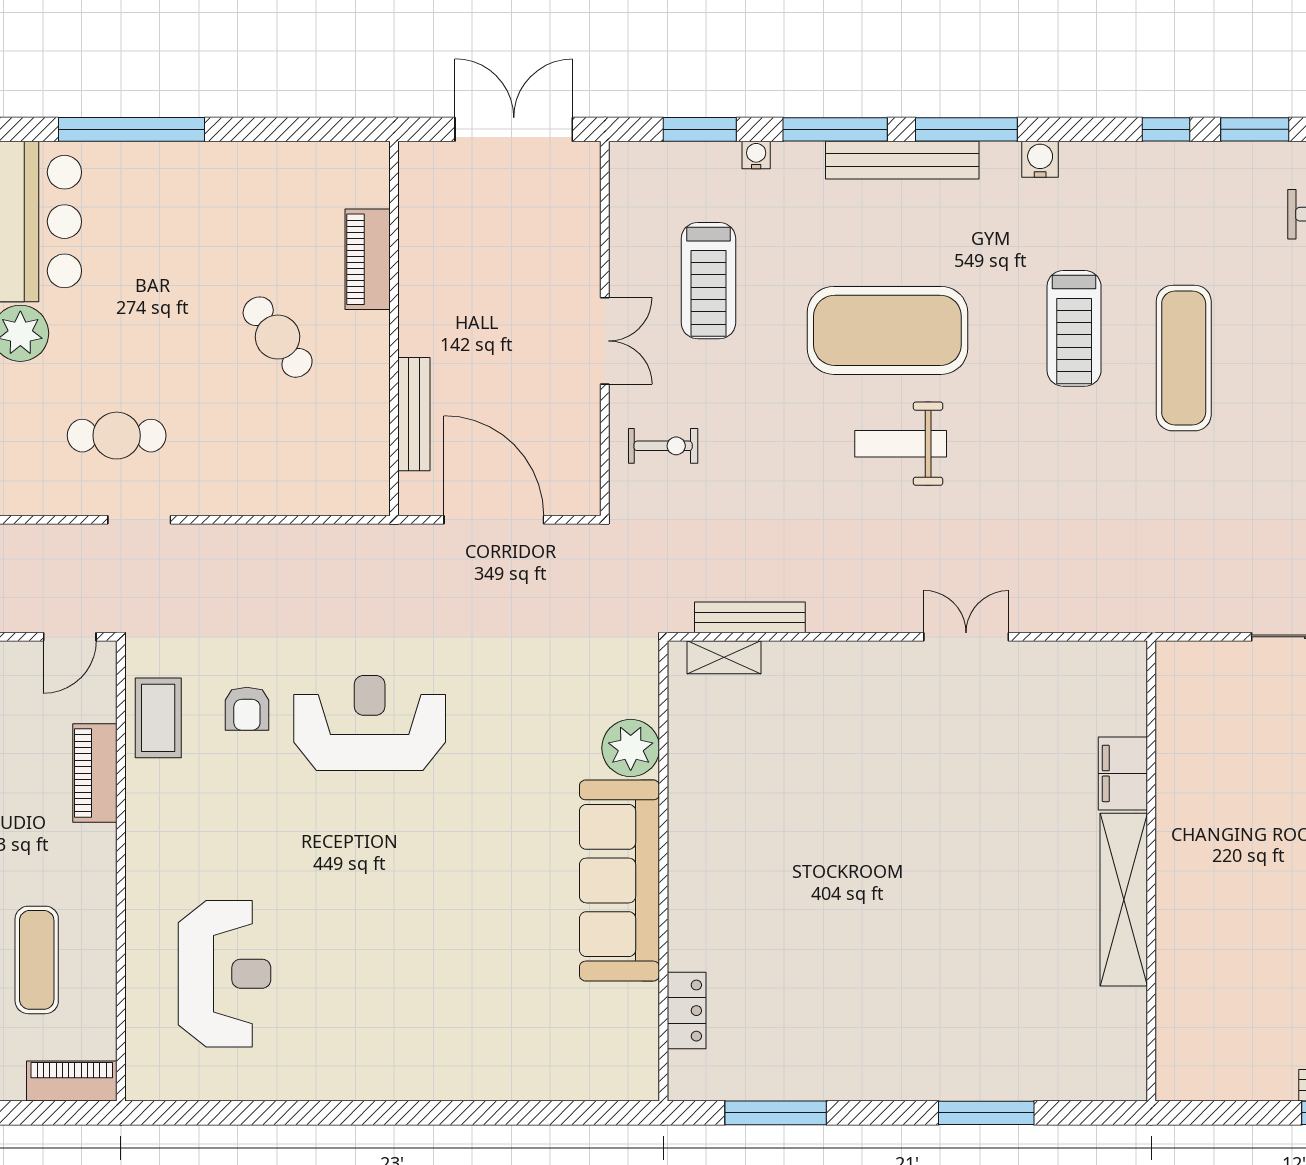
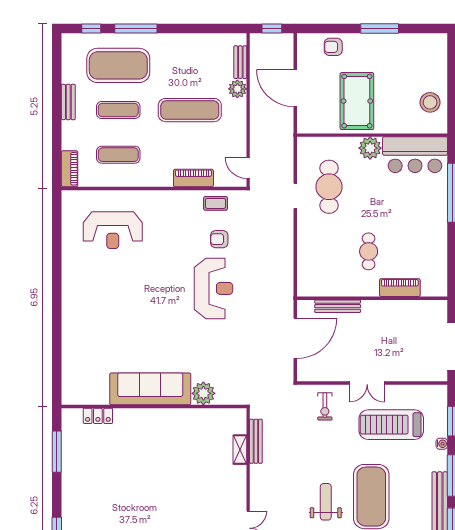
treadmill: (708, 281) -> (391, 425), width x1.37, depth x1.37
cafe table: (278, 337) -> (369, 251), turned -53
cafe table: (117, 436) -> (329, 187), width x1.37, depth x1.35
shelving: (724, 657) -> (240, 450), moved
coffee table: (158, 718) -> (216, 203), width x0.73, depth x0.77

